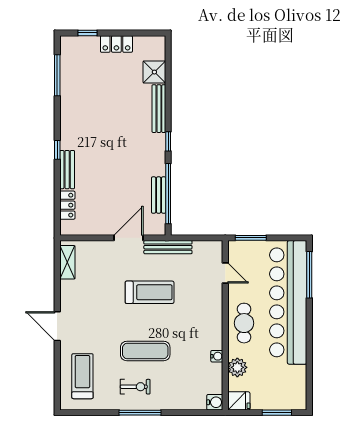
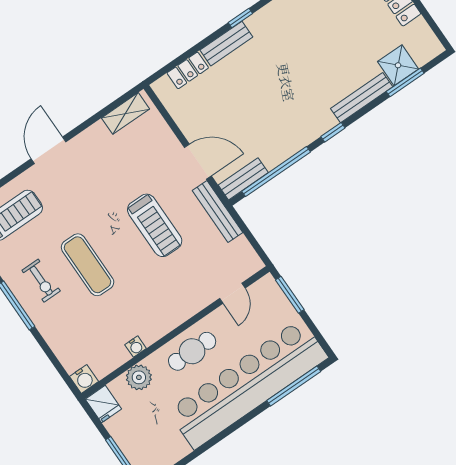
window: (168, 75) -> (405, 82), added
bench: (159, 195) -> (243, 179), moved

